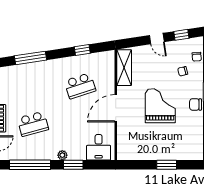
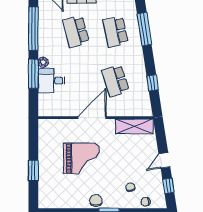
school desk: (33, 86) -> (115, 32), added
grand piano: (160, 106) -> (82, 158), moved
door: (116, 108) -> (92, 118), hinge flipped
desk: (99, 147) -> (51, 81), moved
window: (73, 165) -> (33, 74), width x1.44

